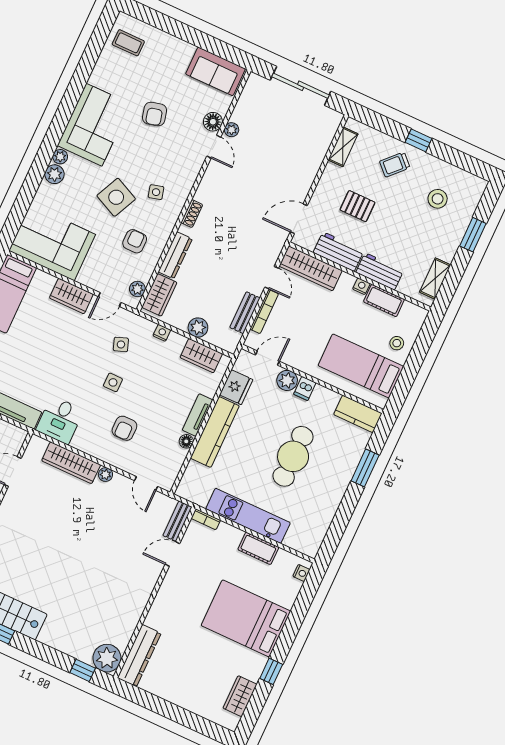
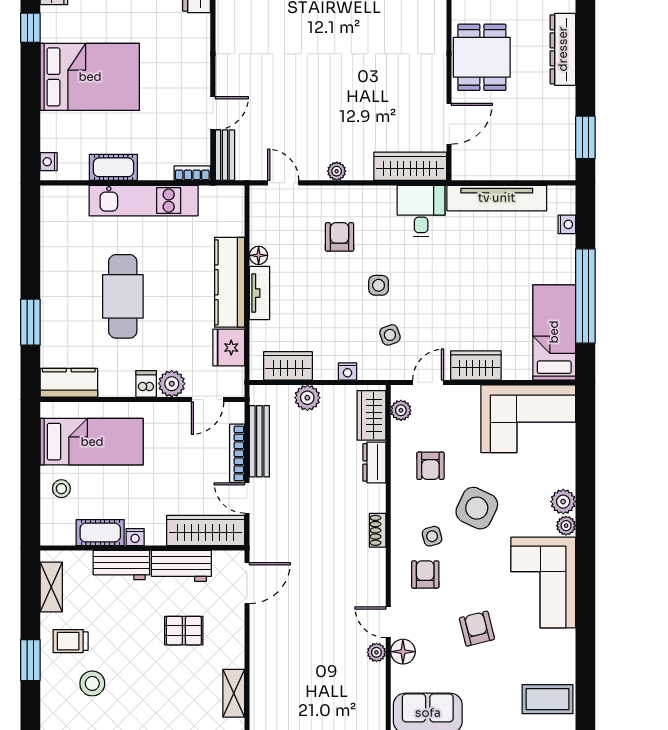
coffee table: (128, 43) -> (548, 699), width x1.36, depth x1.30
trolley: (395, 165) -> (71, 641), moved, turned -134
armchair: (173, 168) -> (425, 574), added
dresser: (175, 255) -> (374, 462), width x0.70
bench: (245, 313) -> (259, 441), width x1.36
wardrobe: (71, 463) -> (410, 166), moved

